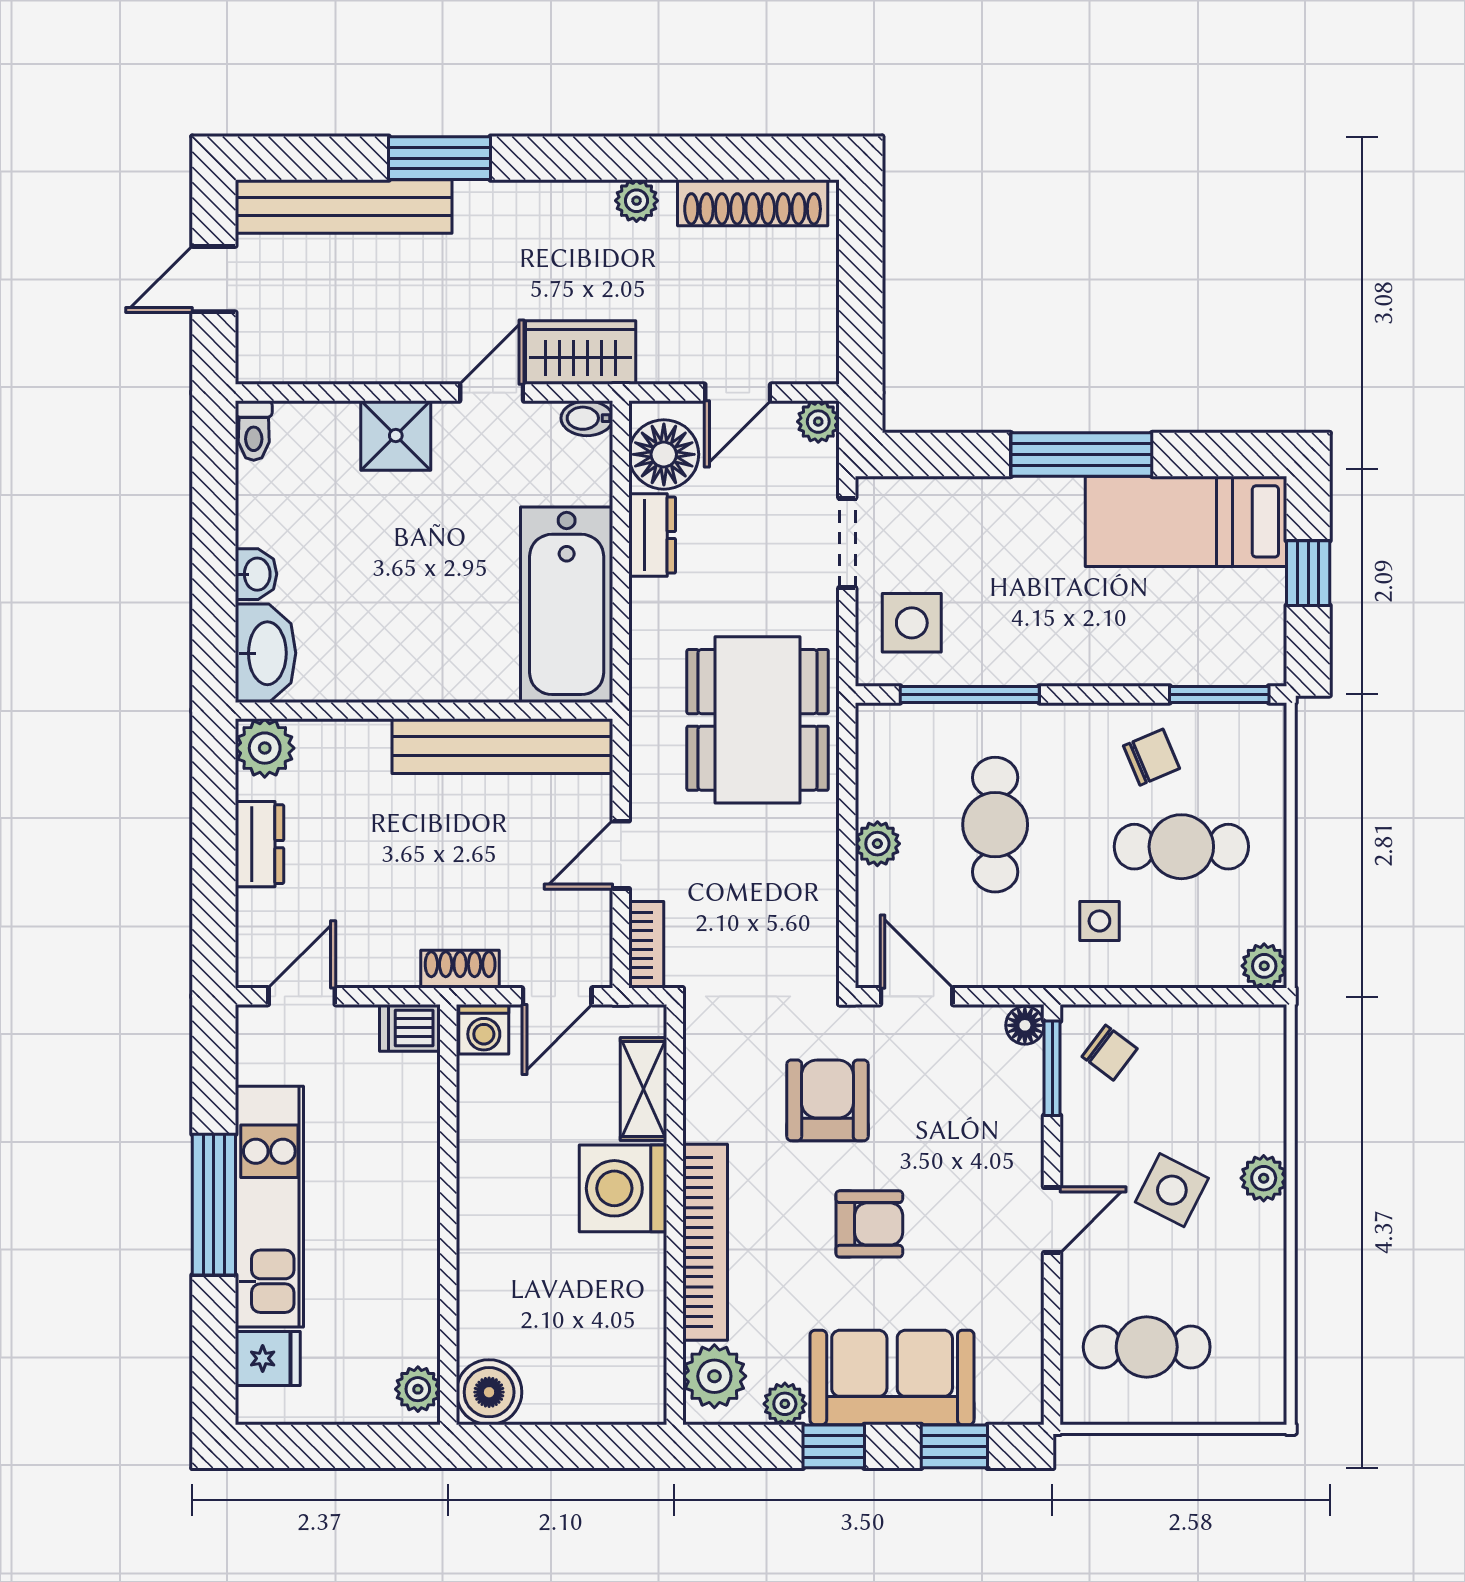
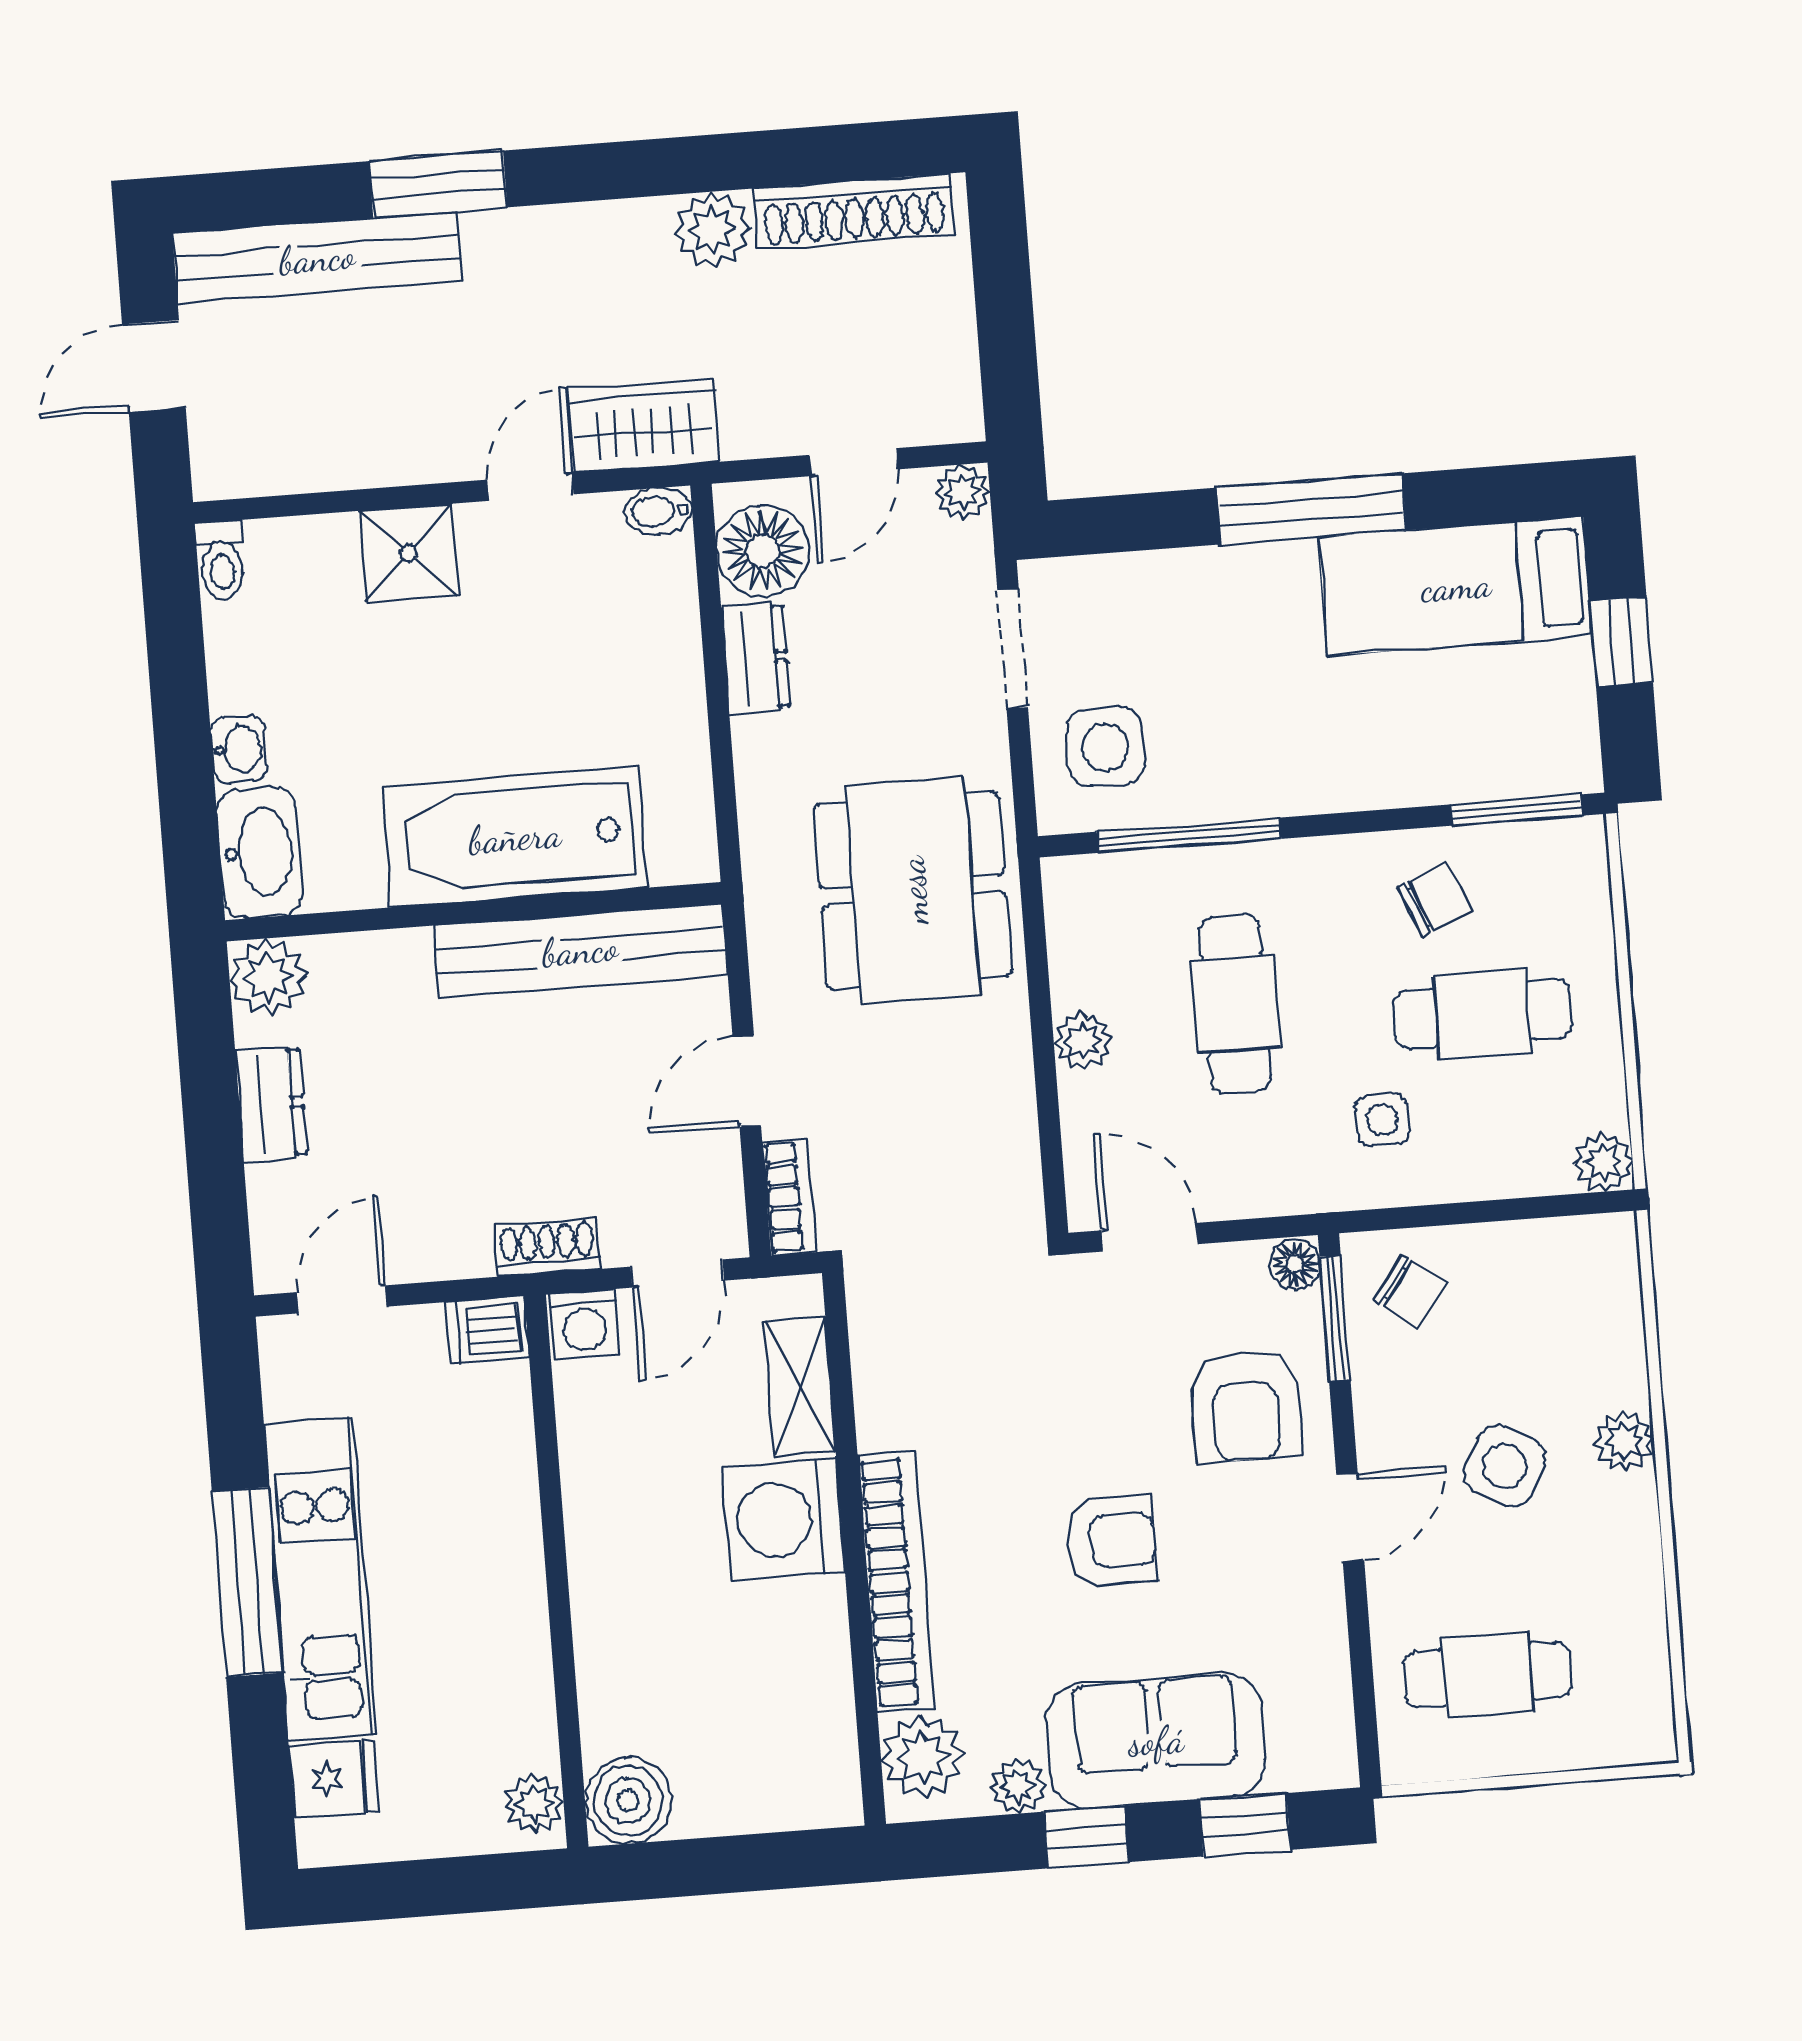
plant: (636, 201) -> (712, 230), width x1.38, depth x1.38
bathtub: (567, 605) -> (515, 837), moved, turned 90
armchair: (827, 1100) -> (1245, 1406), moved, turned 180

